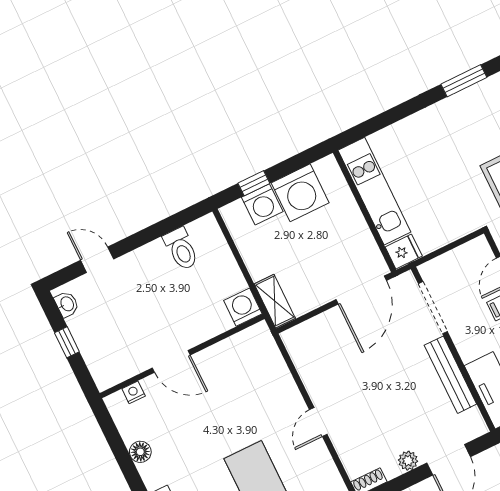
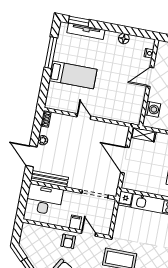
door: (361, 290) -> (125, 160), moved
washing machine: (243, 307) -> (152, 109), moved
bench: (450, 375) -> (49, 179), moved

